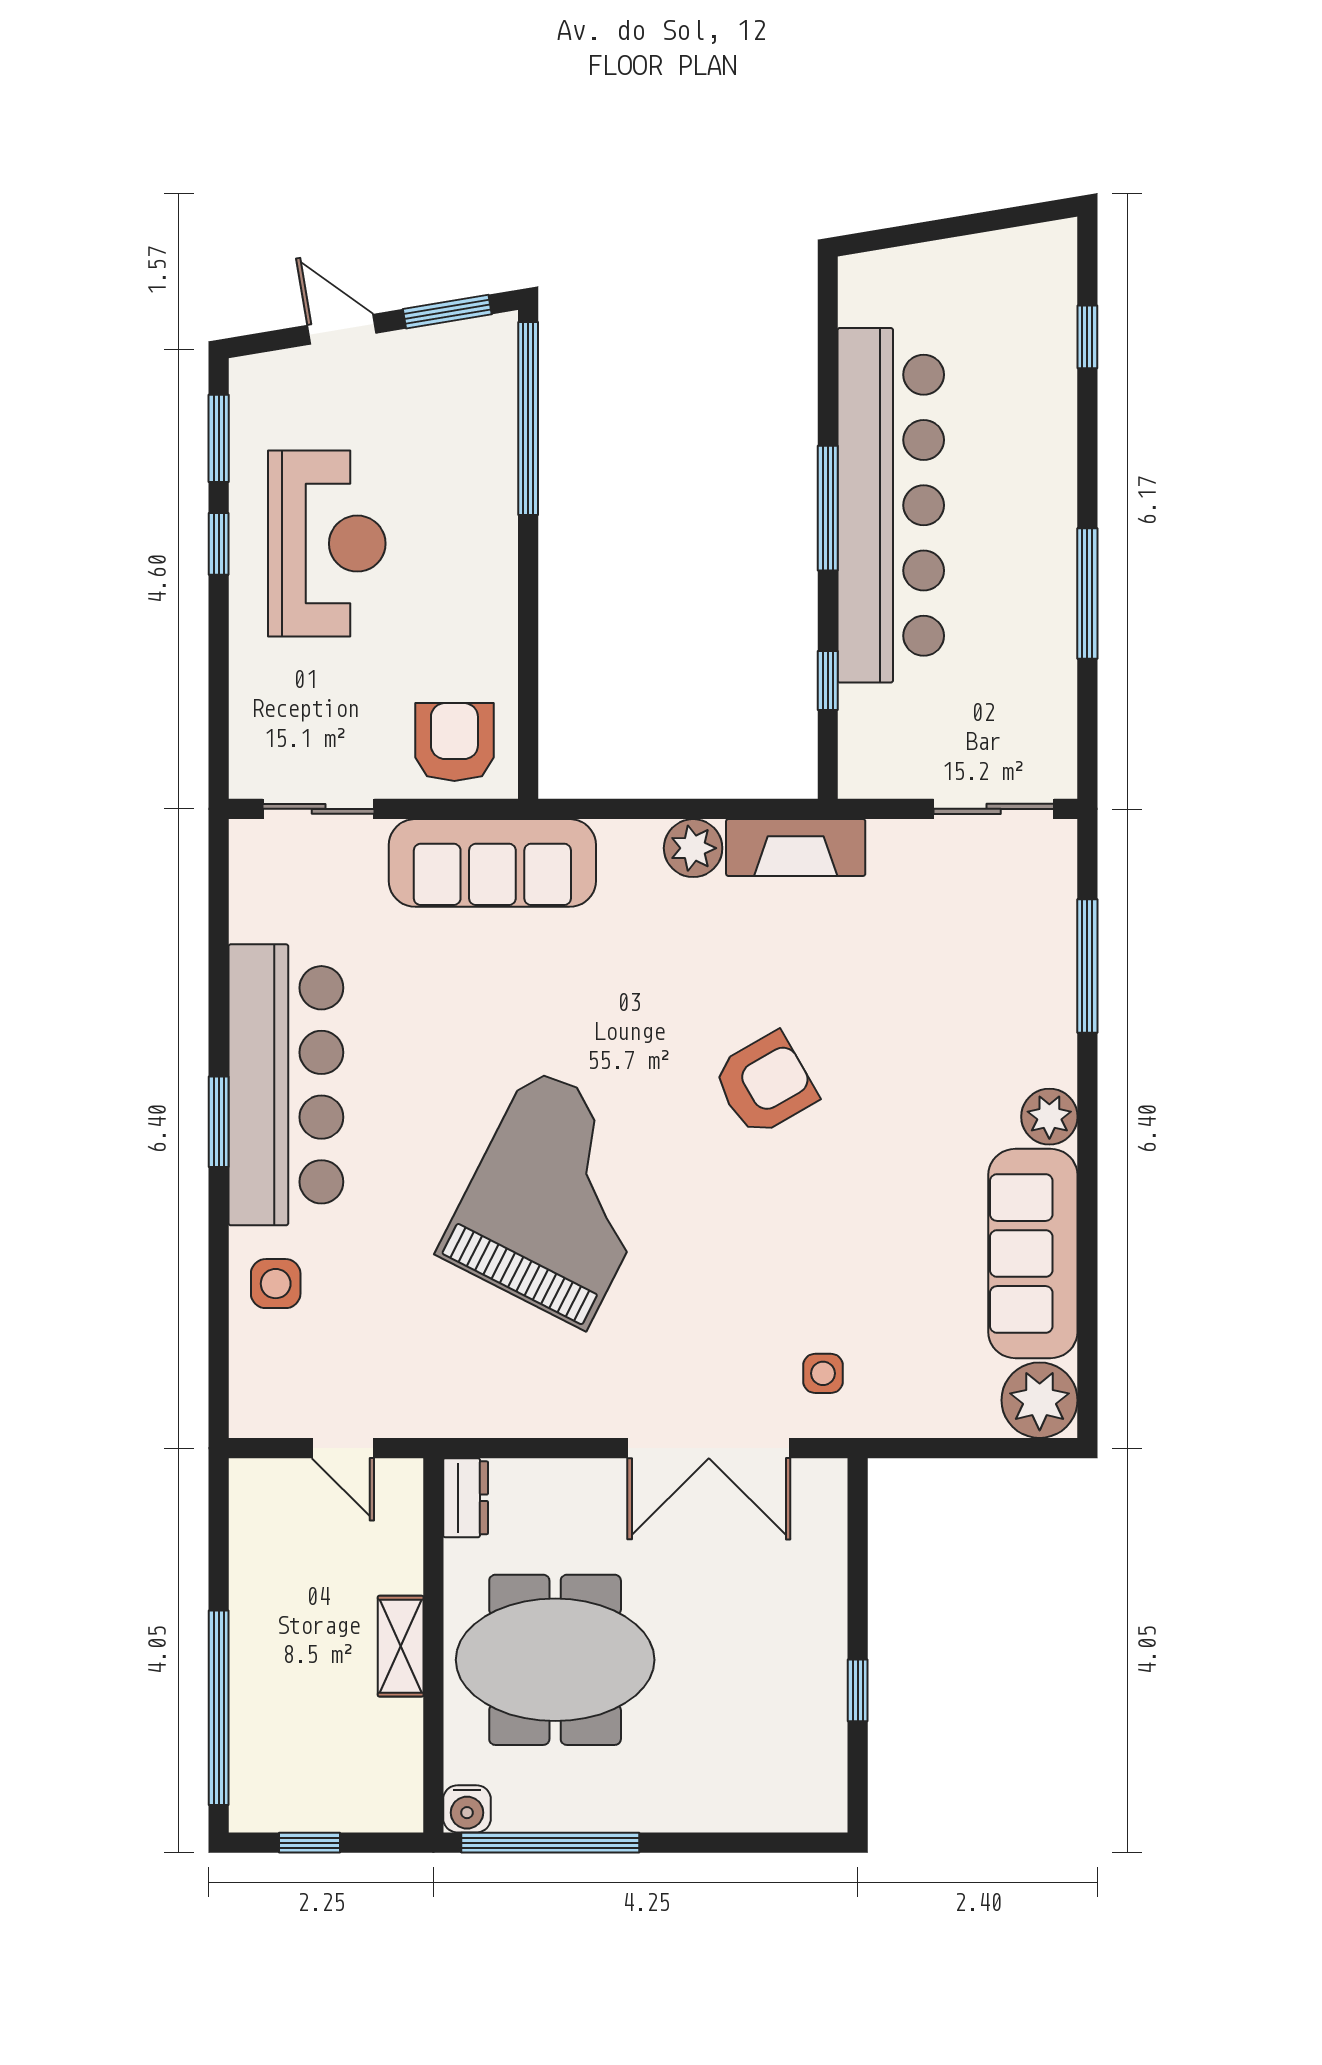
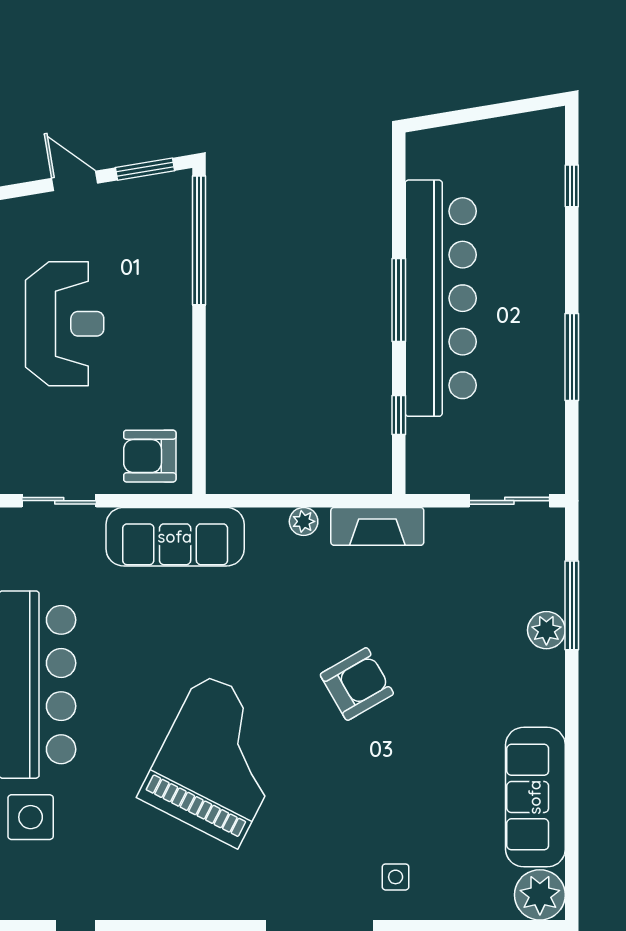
armchair: (454, 742) -> (150, 456), turned -90
plant: (693, 848) -> (304, 521), width x0.73, depth x0.73
plant: (1049, 1117) -> (546, 630), moved
side table: (276, 1284) -> (31, 817), width x1.37, depth x1.37

